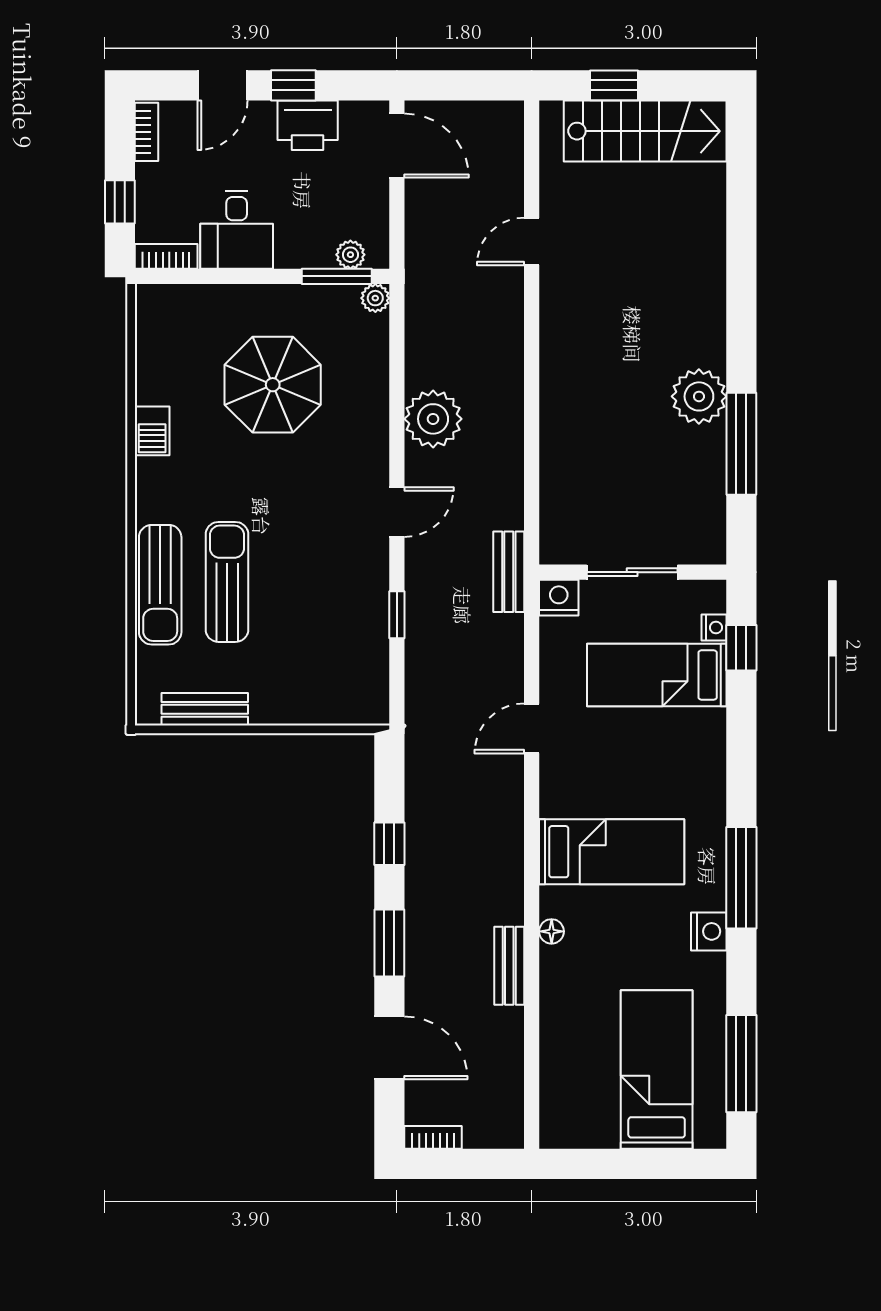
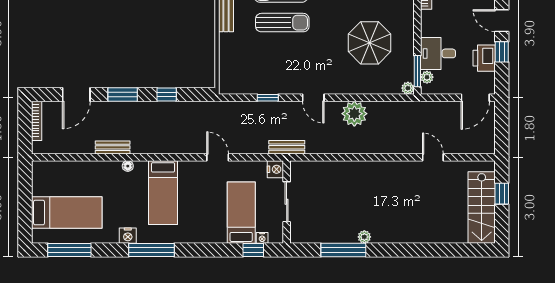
desk: (237, 230) -> (438, 53), moved
plant: (699, 396) -> (364, 237), width x0.53, depth x0.53
bookcase: (433, 1137) -> (37, 121), width x1.56

